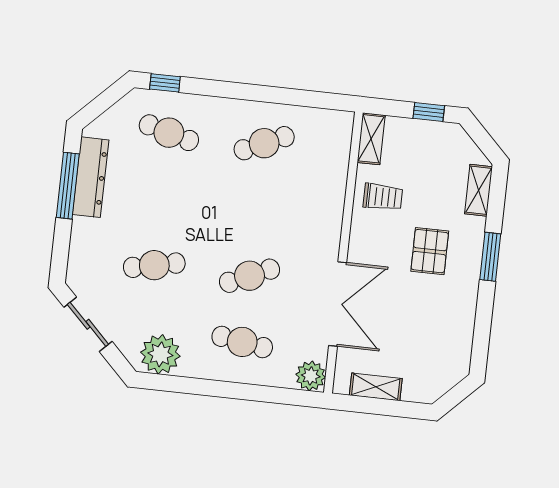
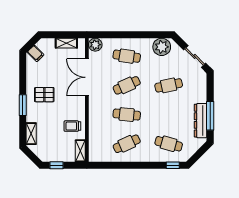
cafe table: (257, 209) -> (127, 115), added
pallet: (430, 251) -> (44, 95), moved, turned 90
filing cabinet: (448, 371) -> (36, 53), added

